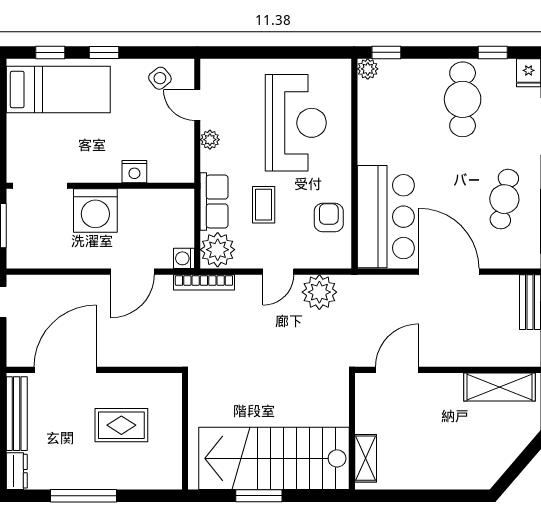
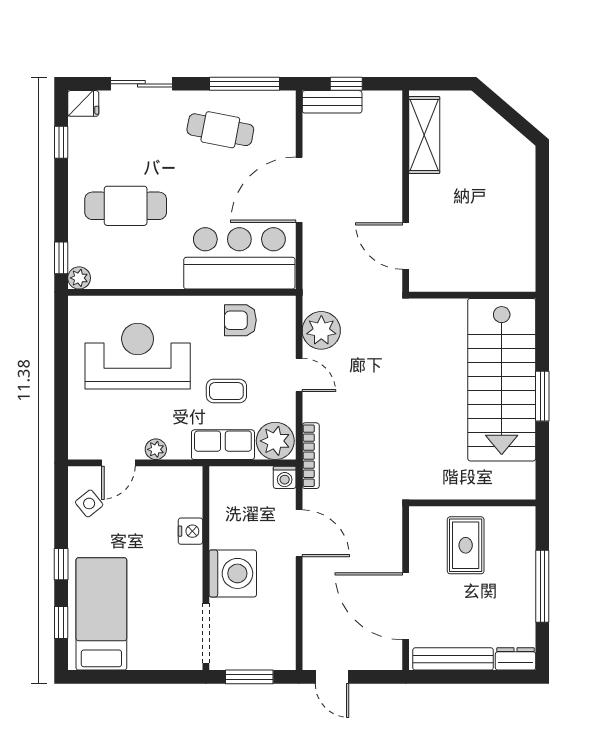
cafe table: (463, 99) -> (126, 206), moved
wall: (185, 431) -> (472, 503), moved
shelving: (366, 458) -> (501, 280), removed

